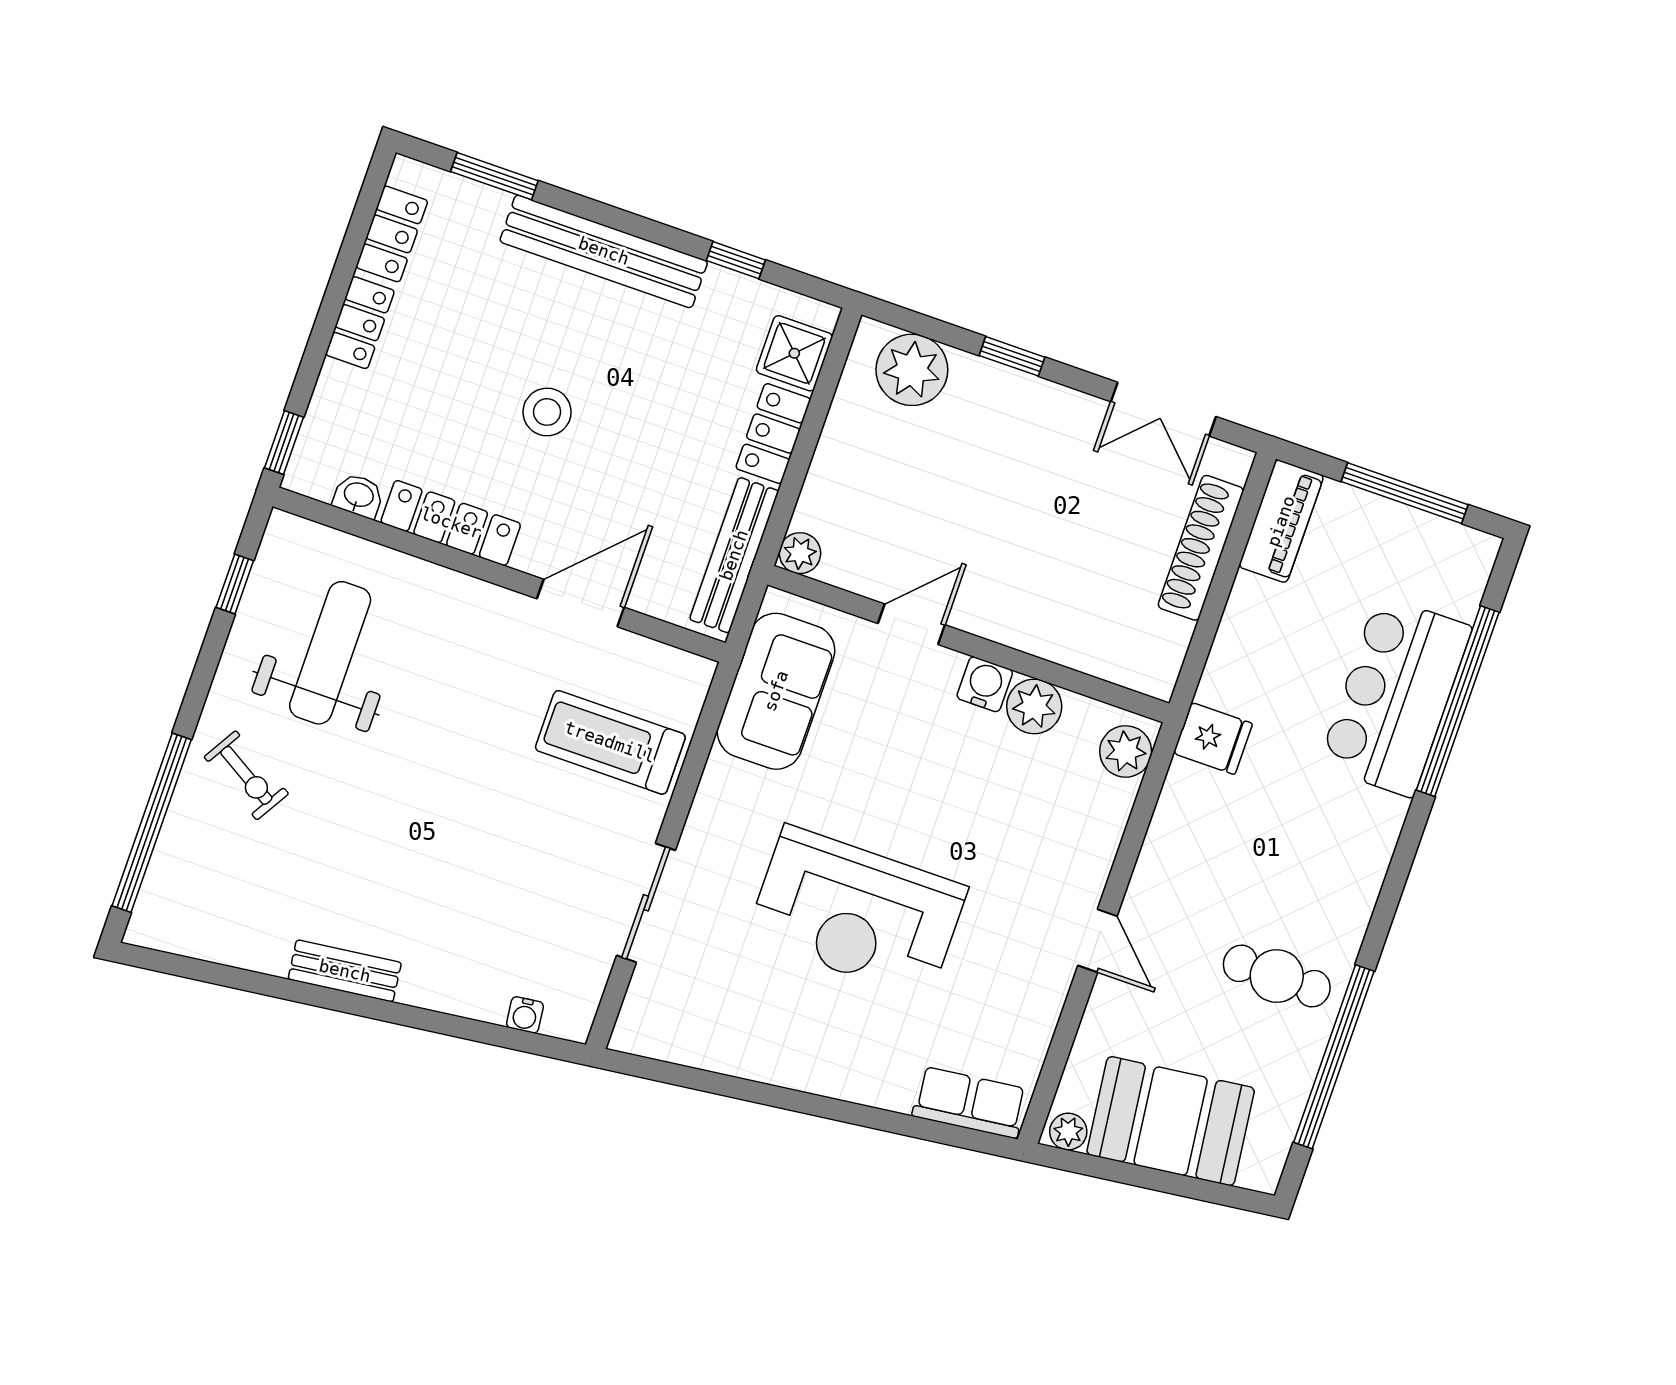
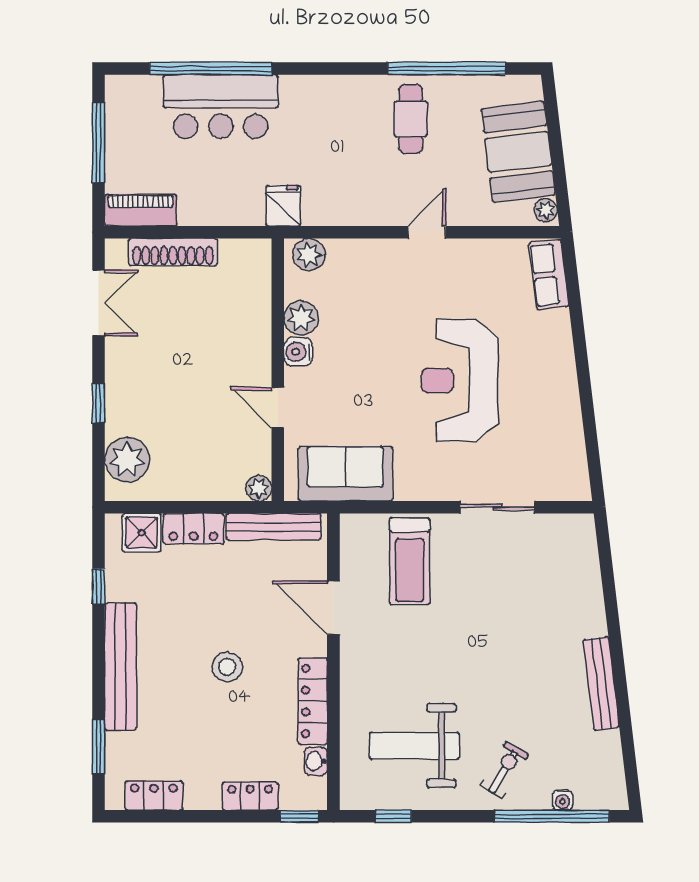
locker: (360, 323) -> (250, 796), moved
reception desk: (857, 913) -> (460, 380), turned 180
bench: (345, 971) -> (601, 684), width x1.36
water cooler: (525, 1015) -> (563, 800), moved, turned 97

